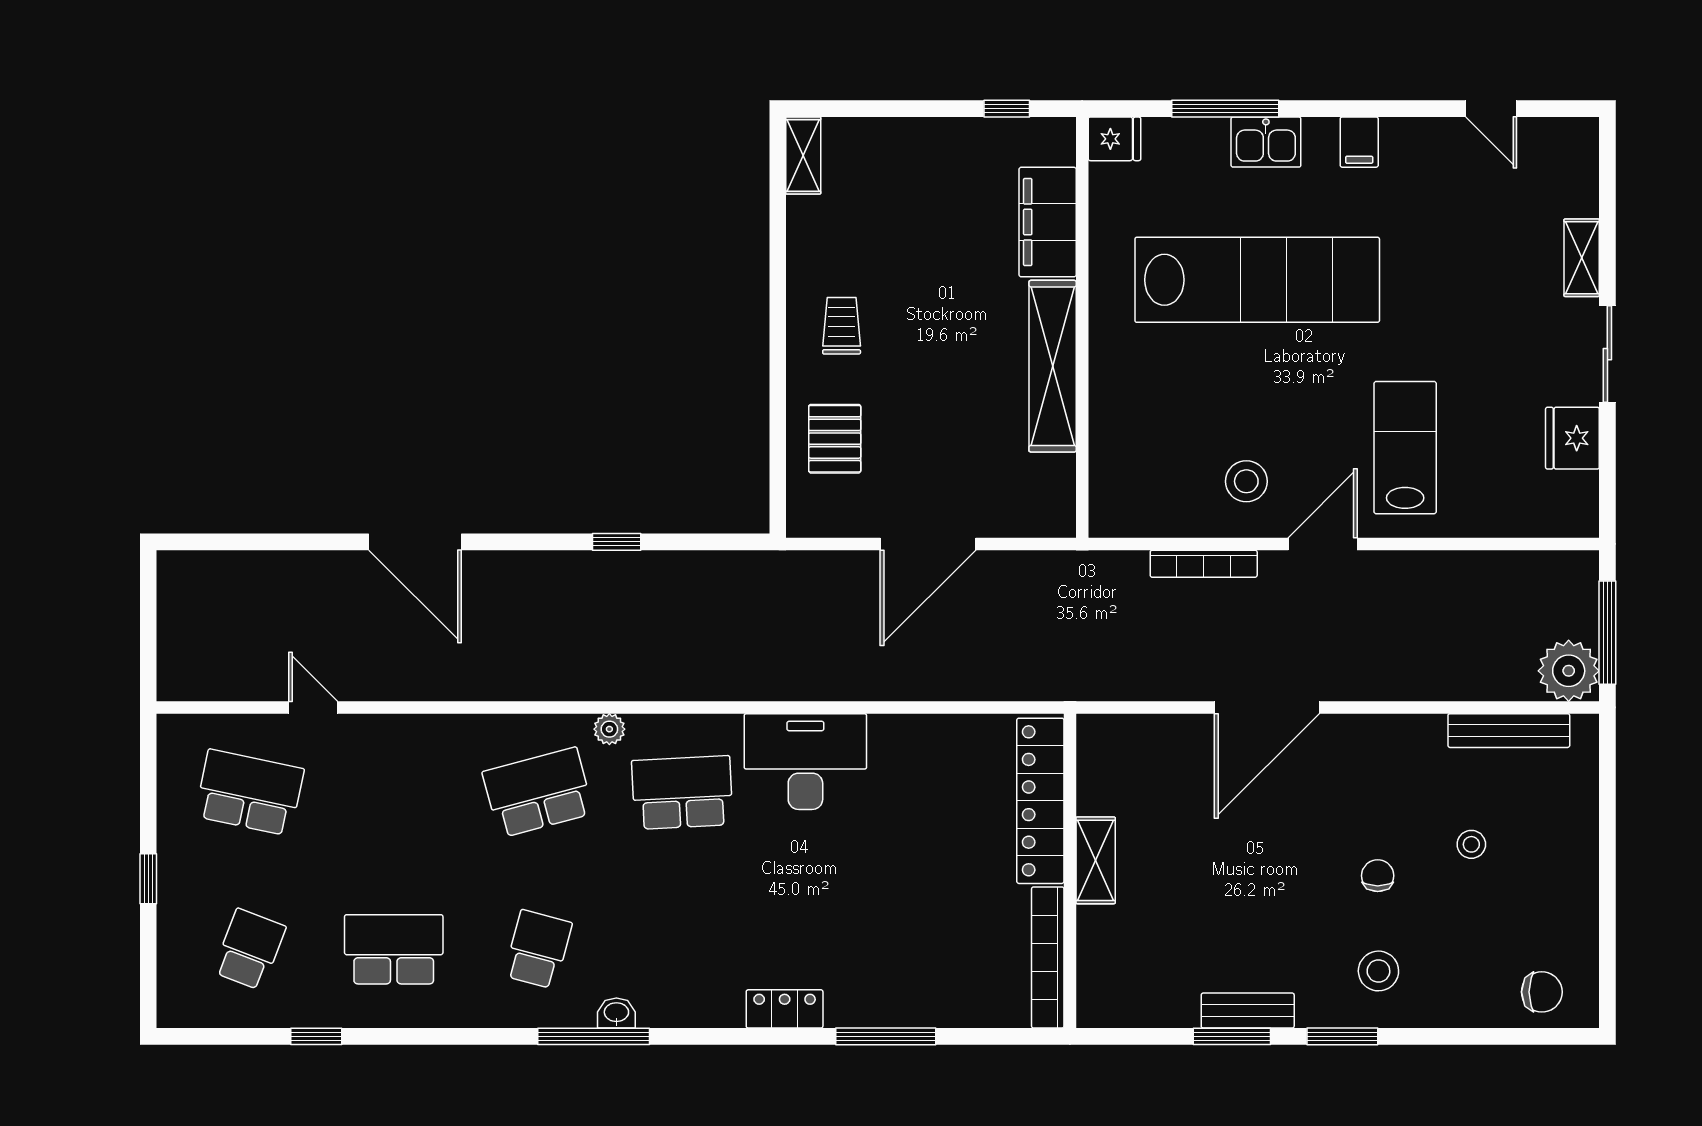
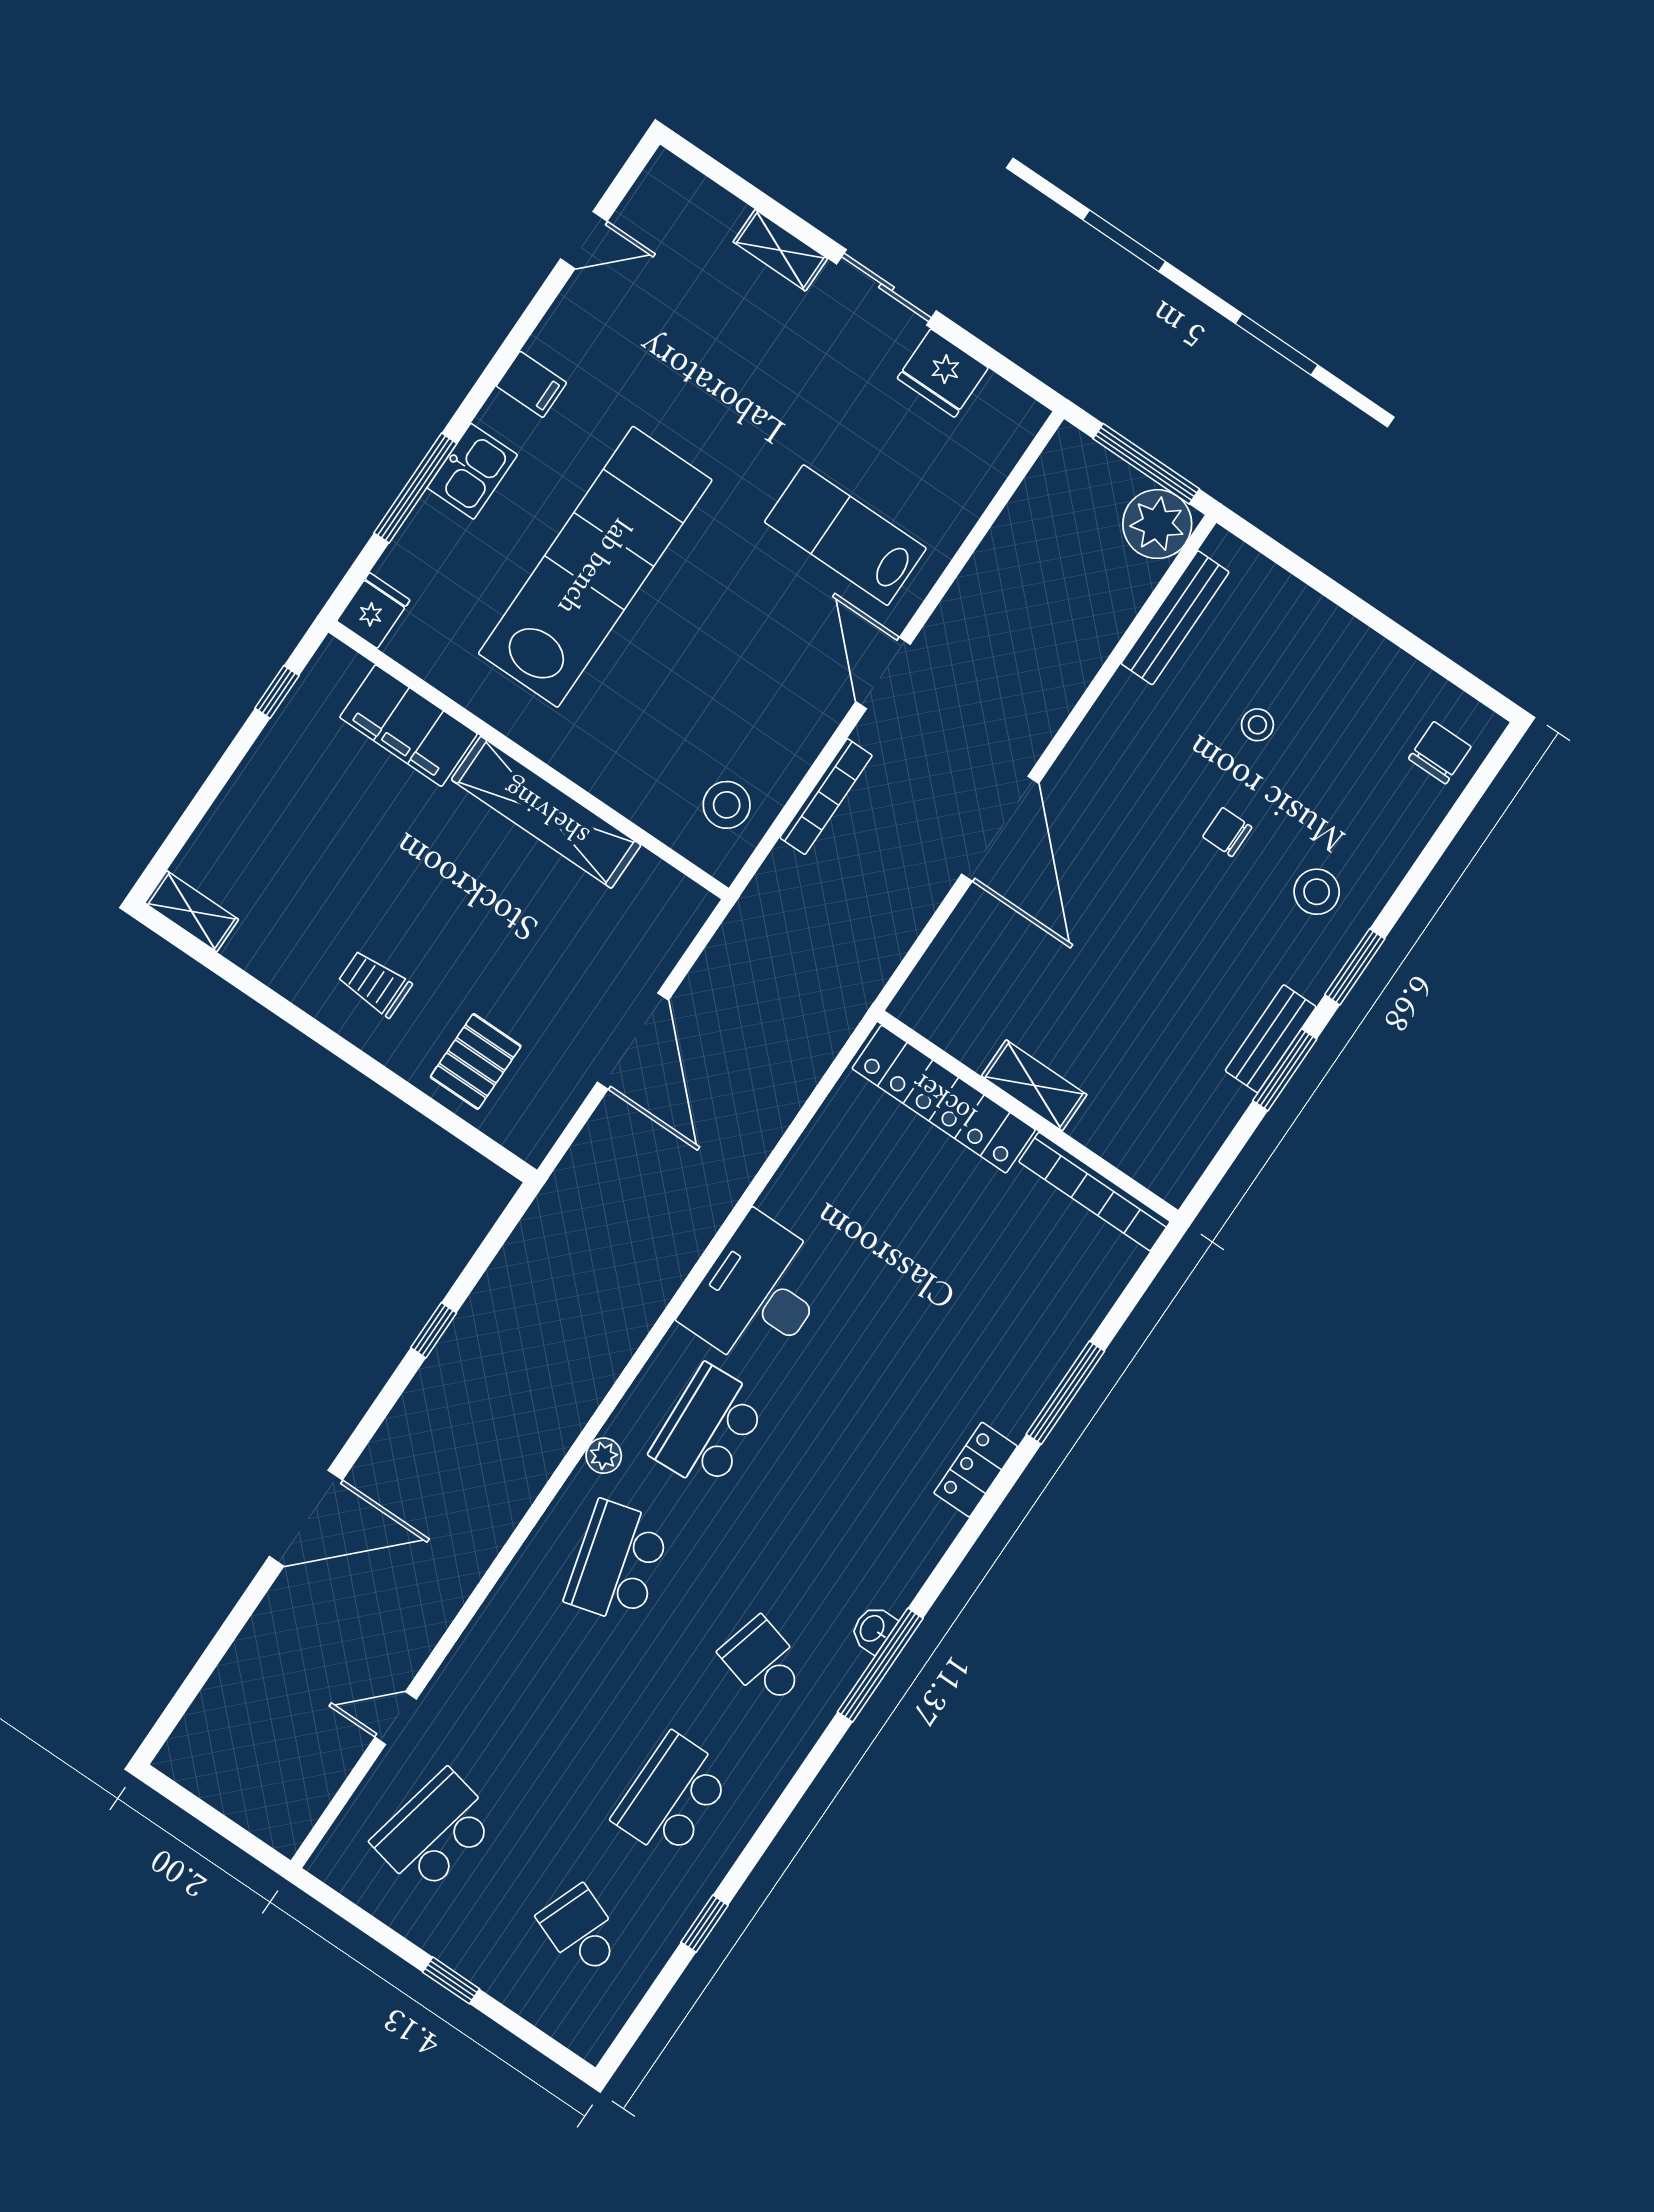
pallet: (835, 439) -> (476, 1061), turned 90
stool: (1246, 481) -> (727, 805), moved

